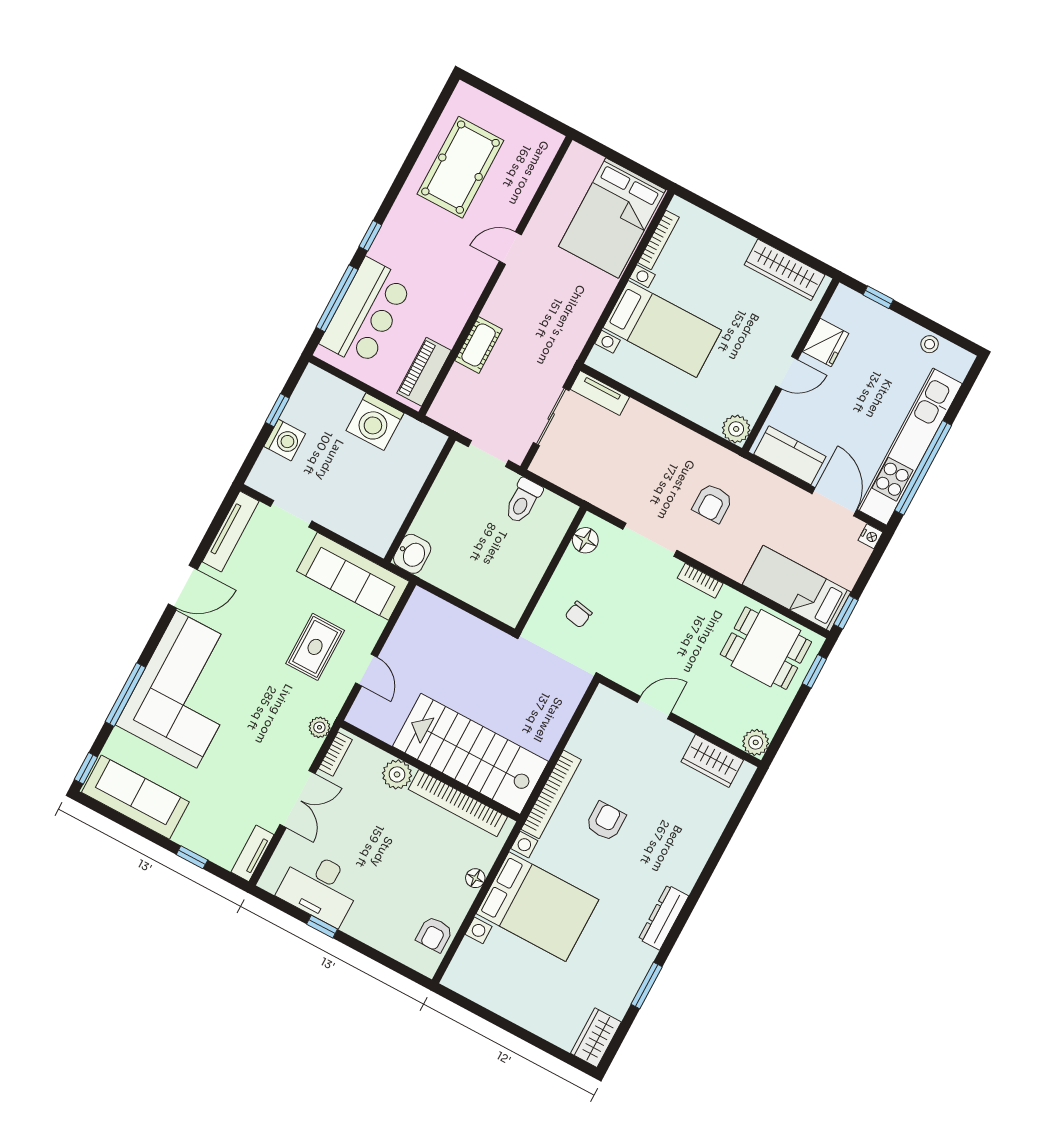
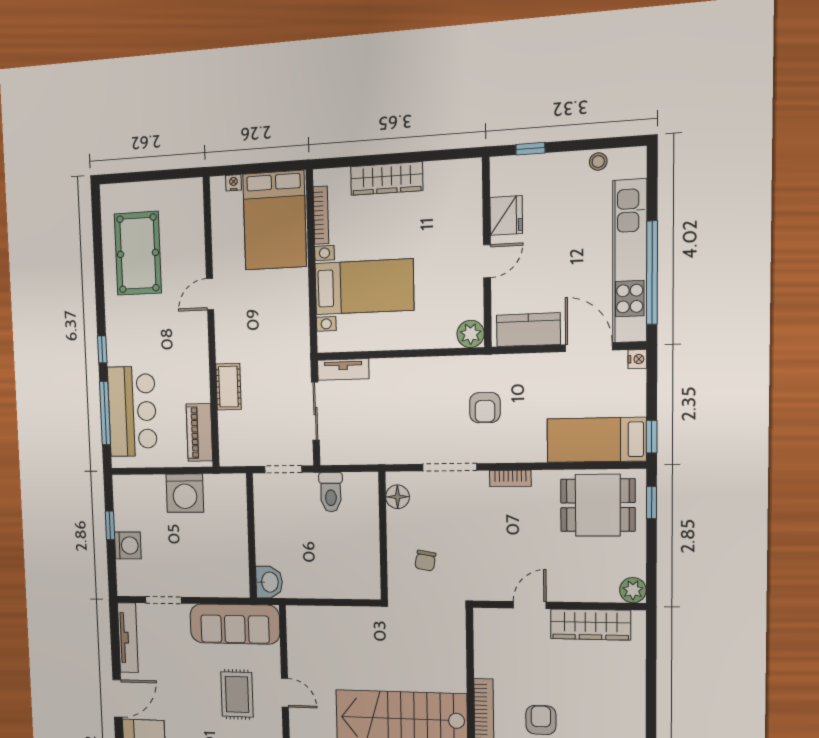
nightstand: (593, 160) -> (233, 183), added
wardrobe: (785, 270) -> (387, 179), moved
wardrobe: (712, 761) -> (590, 625), width x1.50

